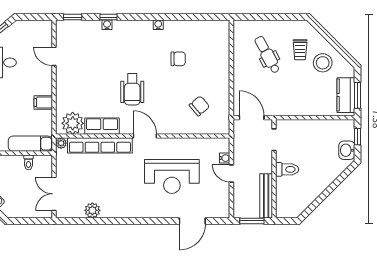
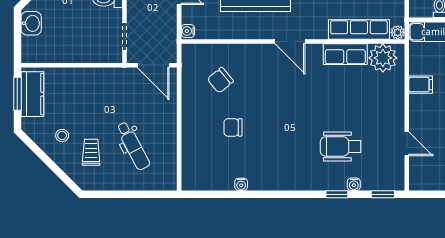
water cooler: (107, 25) -> (354, 184), moved
water cooler: (158, 25) -> (241, 184), moved
chair: (178, 59) -> (233, 127), moved
stool: (323, 63) -> (62, 135), width x0.53, depth x0.53
wheelchair: (132, 89) -> (341, 146), moved, turned -90
window: (358, 137) -> (17, 41), removed
row of seats: (100, 145) -> (359, 30), width x0.73
water cooler: (225, 158) -> (188, 31), moved

